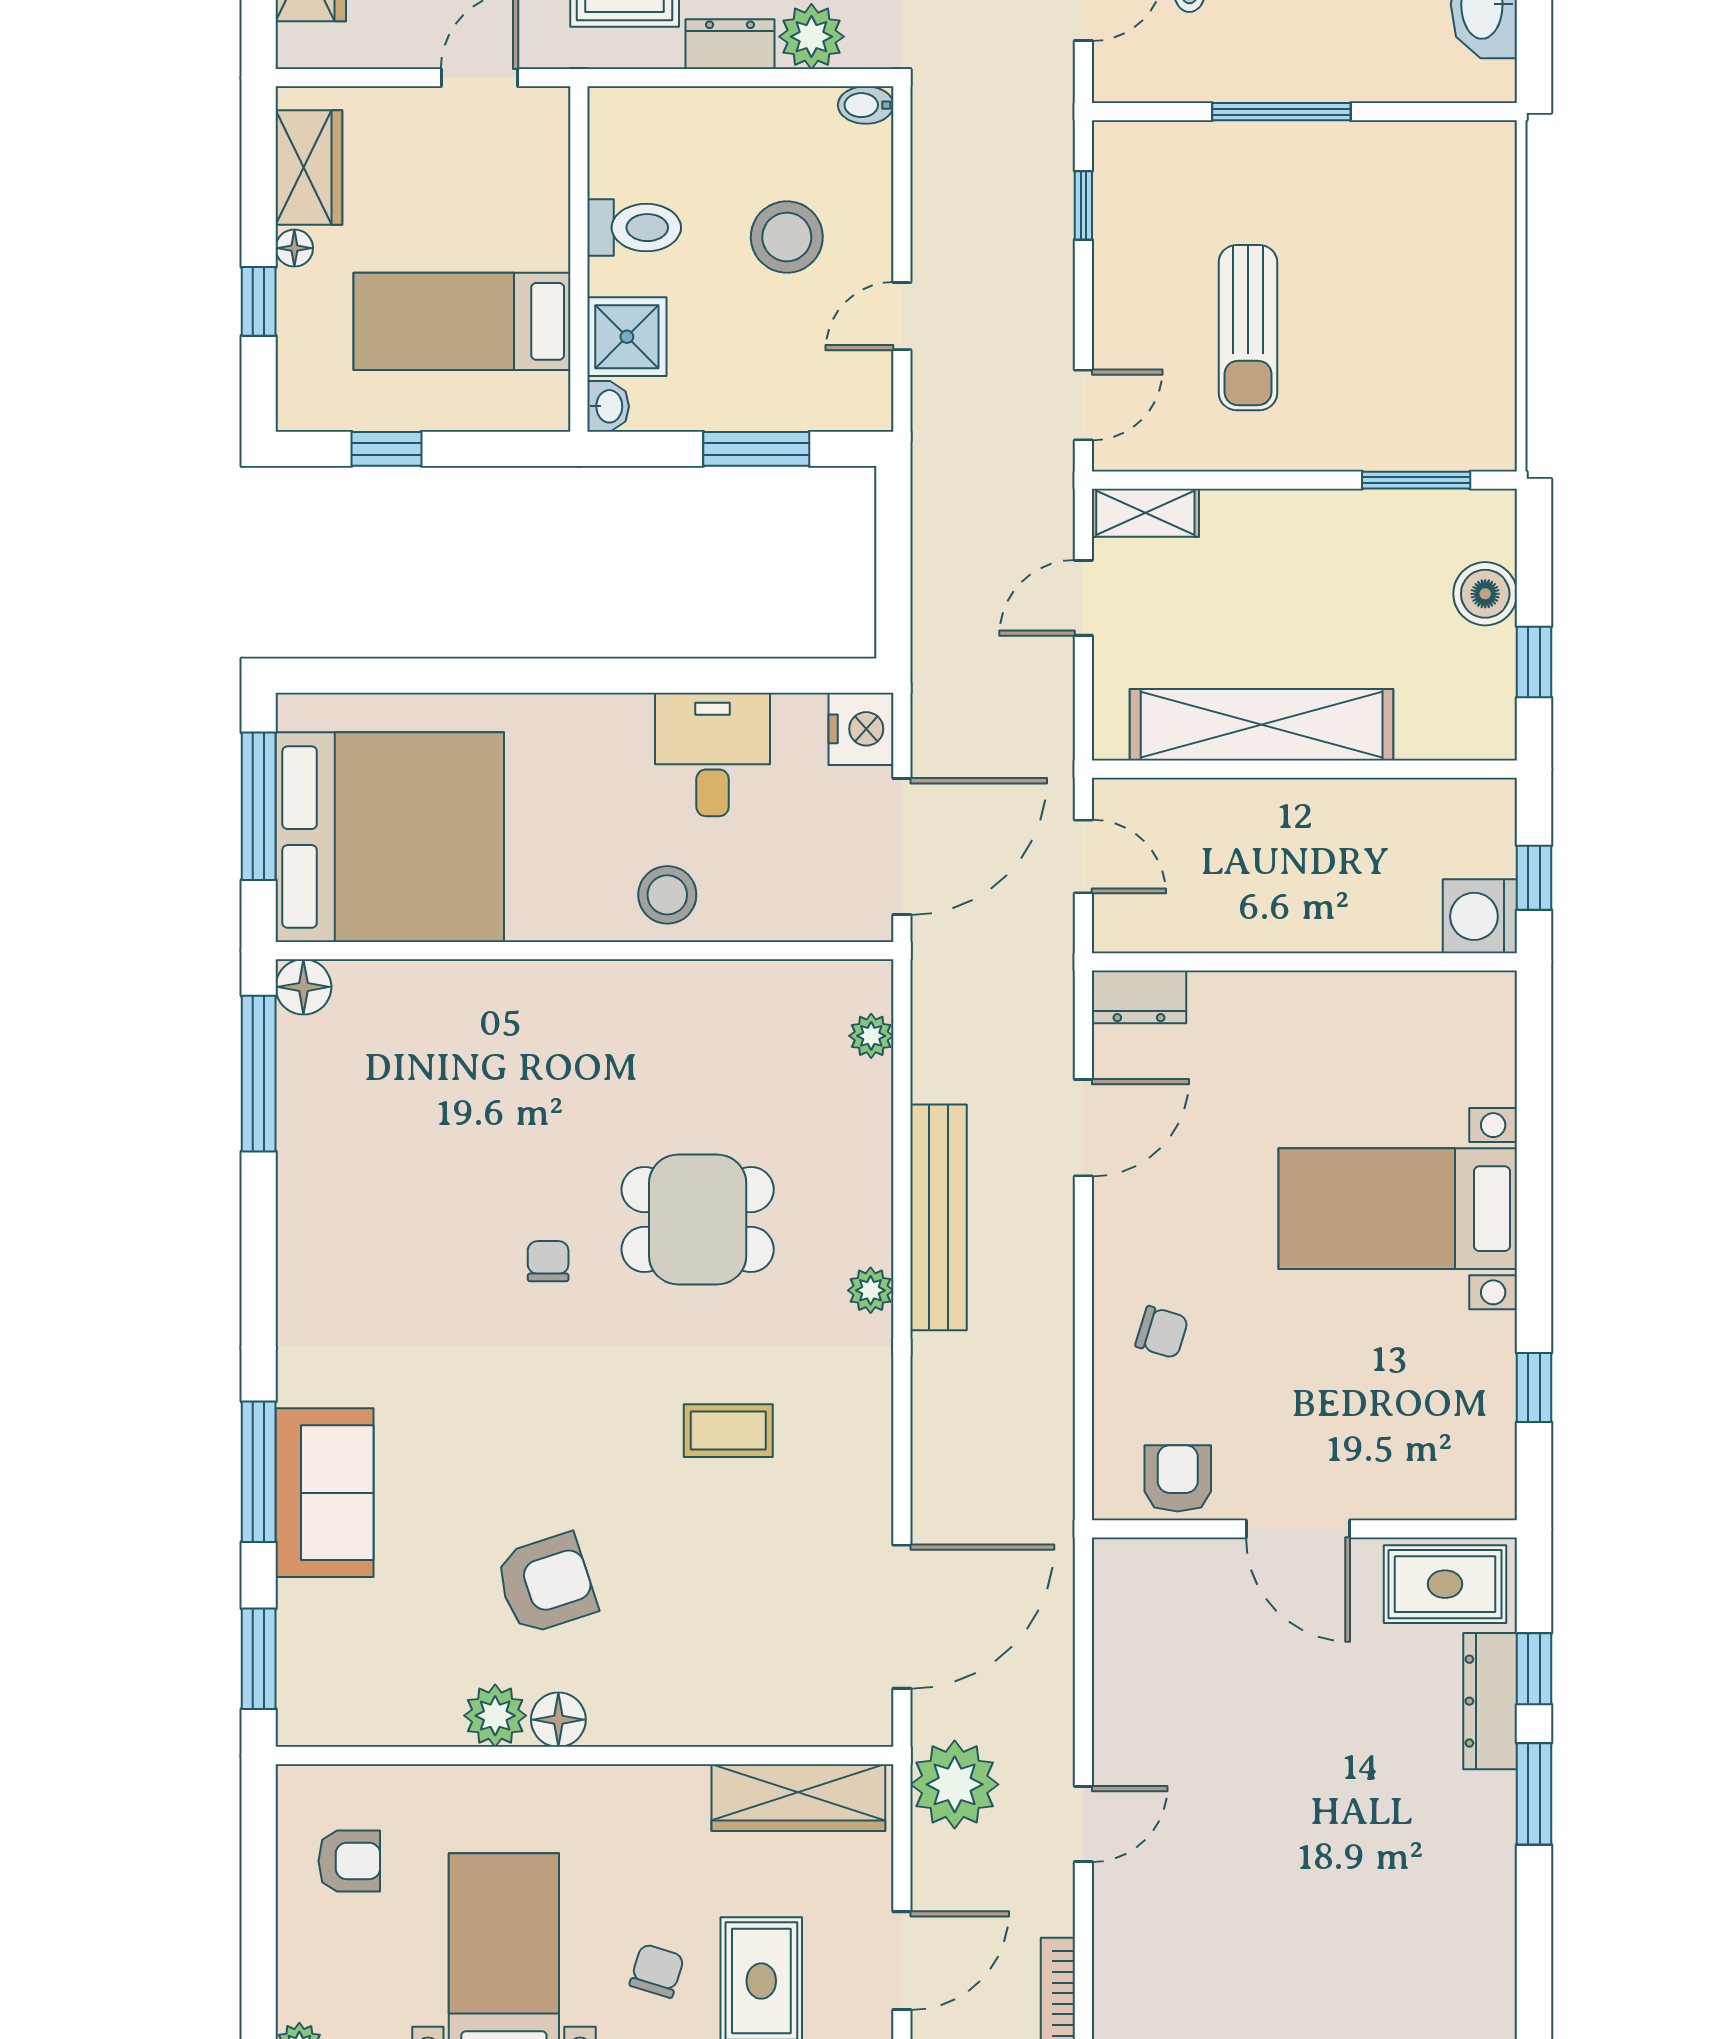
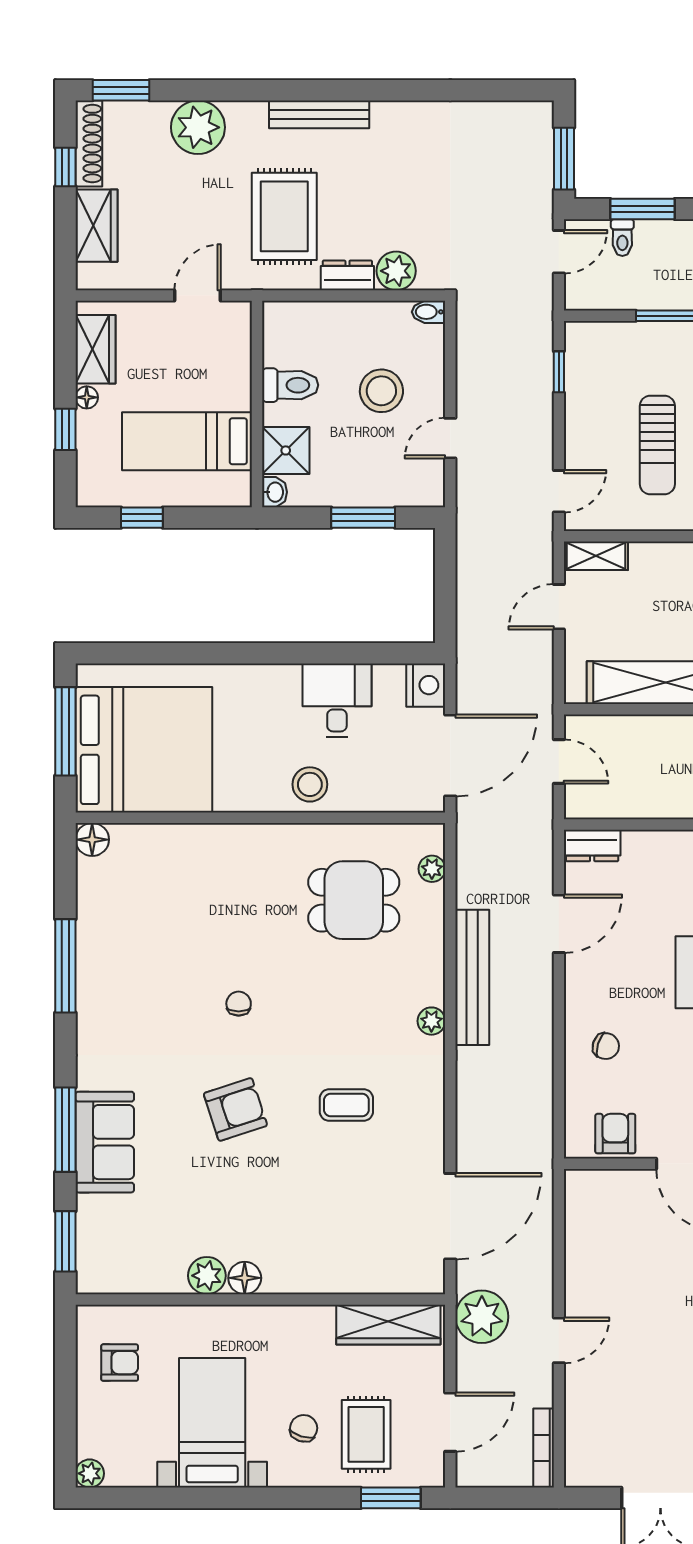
window: (259, 1074) -> (65, 966), moved
dining table: (698, 1219) -> (354, 900), moved
armchair: (546, 1584) -> (235, 1109), moved

